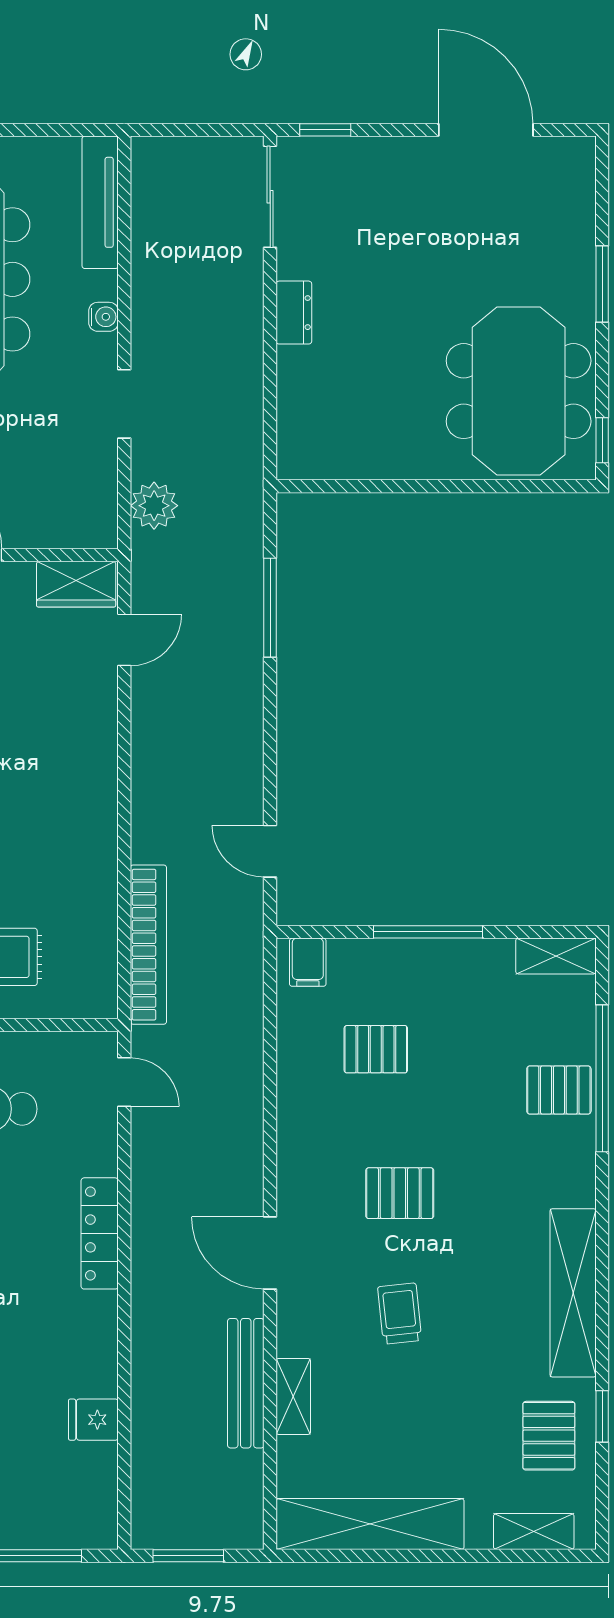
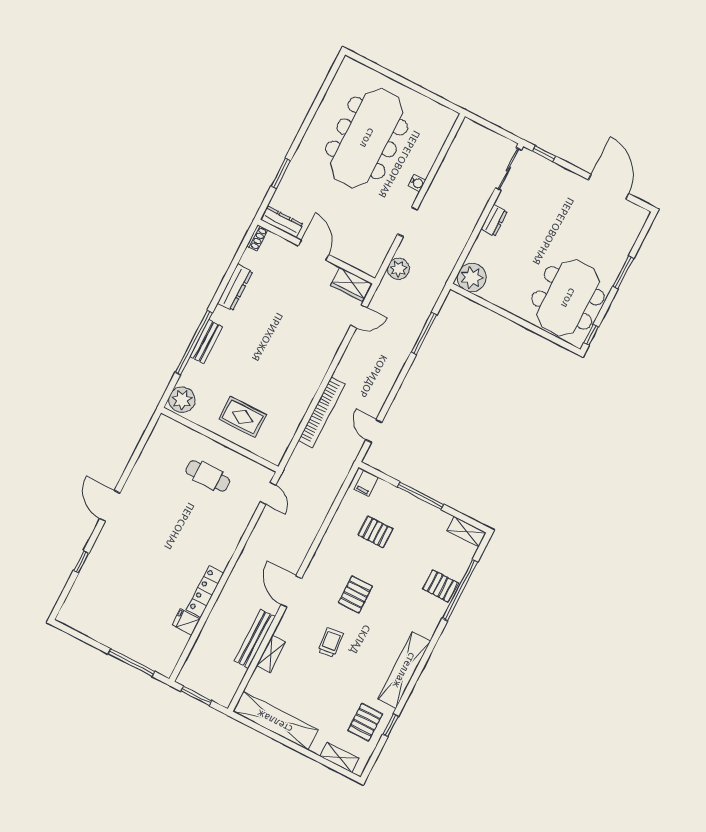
tv unit: (100, 202) -> (439, 136), removed
plant: (308, 448) -> (472, 278), added
bookcase: (148, 945) -> (322, 412), moved
pallet: (400, 1193) -> (355, 594), turned 90
locker: (100, 1233) -> (205, 591), moved

